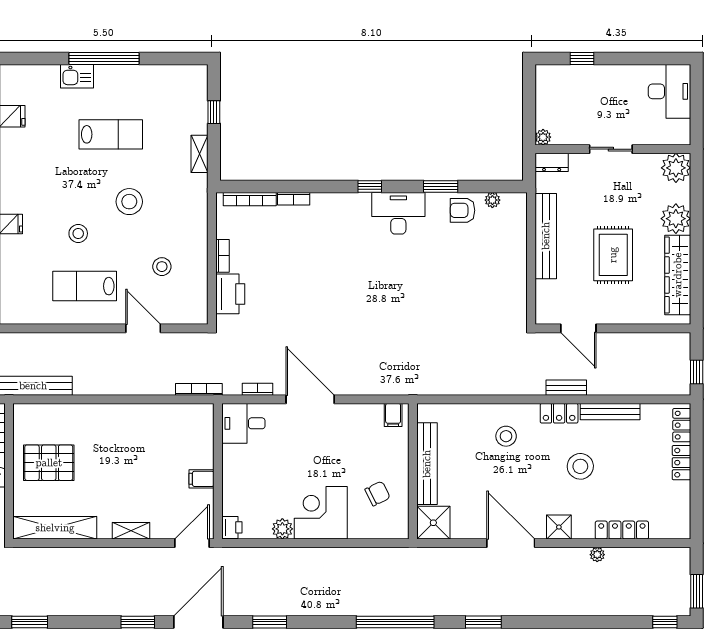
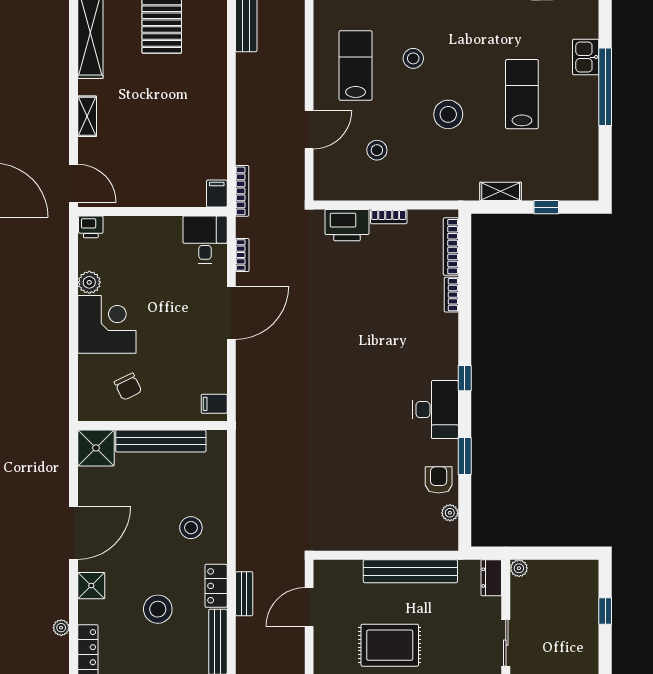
lab bench: (111, 134) -> (522, 94), turned 180
filing cabinet: (201, 479) -> (217, 194), moved

